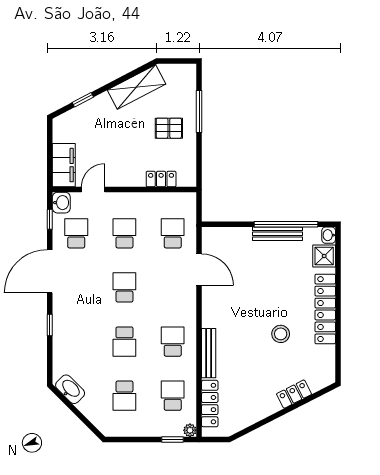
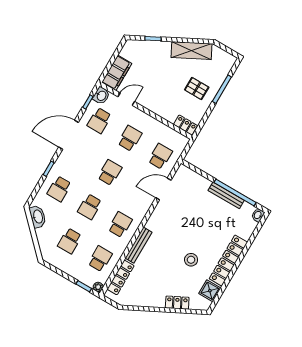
locker: (161, 179) -> (185, 125), moved
school desk: (76, 233) -> (99, 121), turned 180
shower: (324, 256) -> (210, 291), moved
door: (199, 270) -> (163, 189), swing flipped
school desk: (76, 342) -> (59, 189), added

